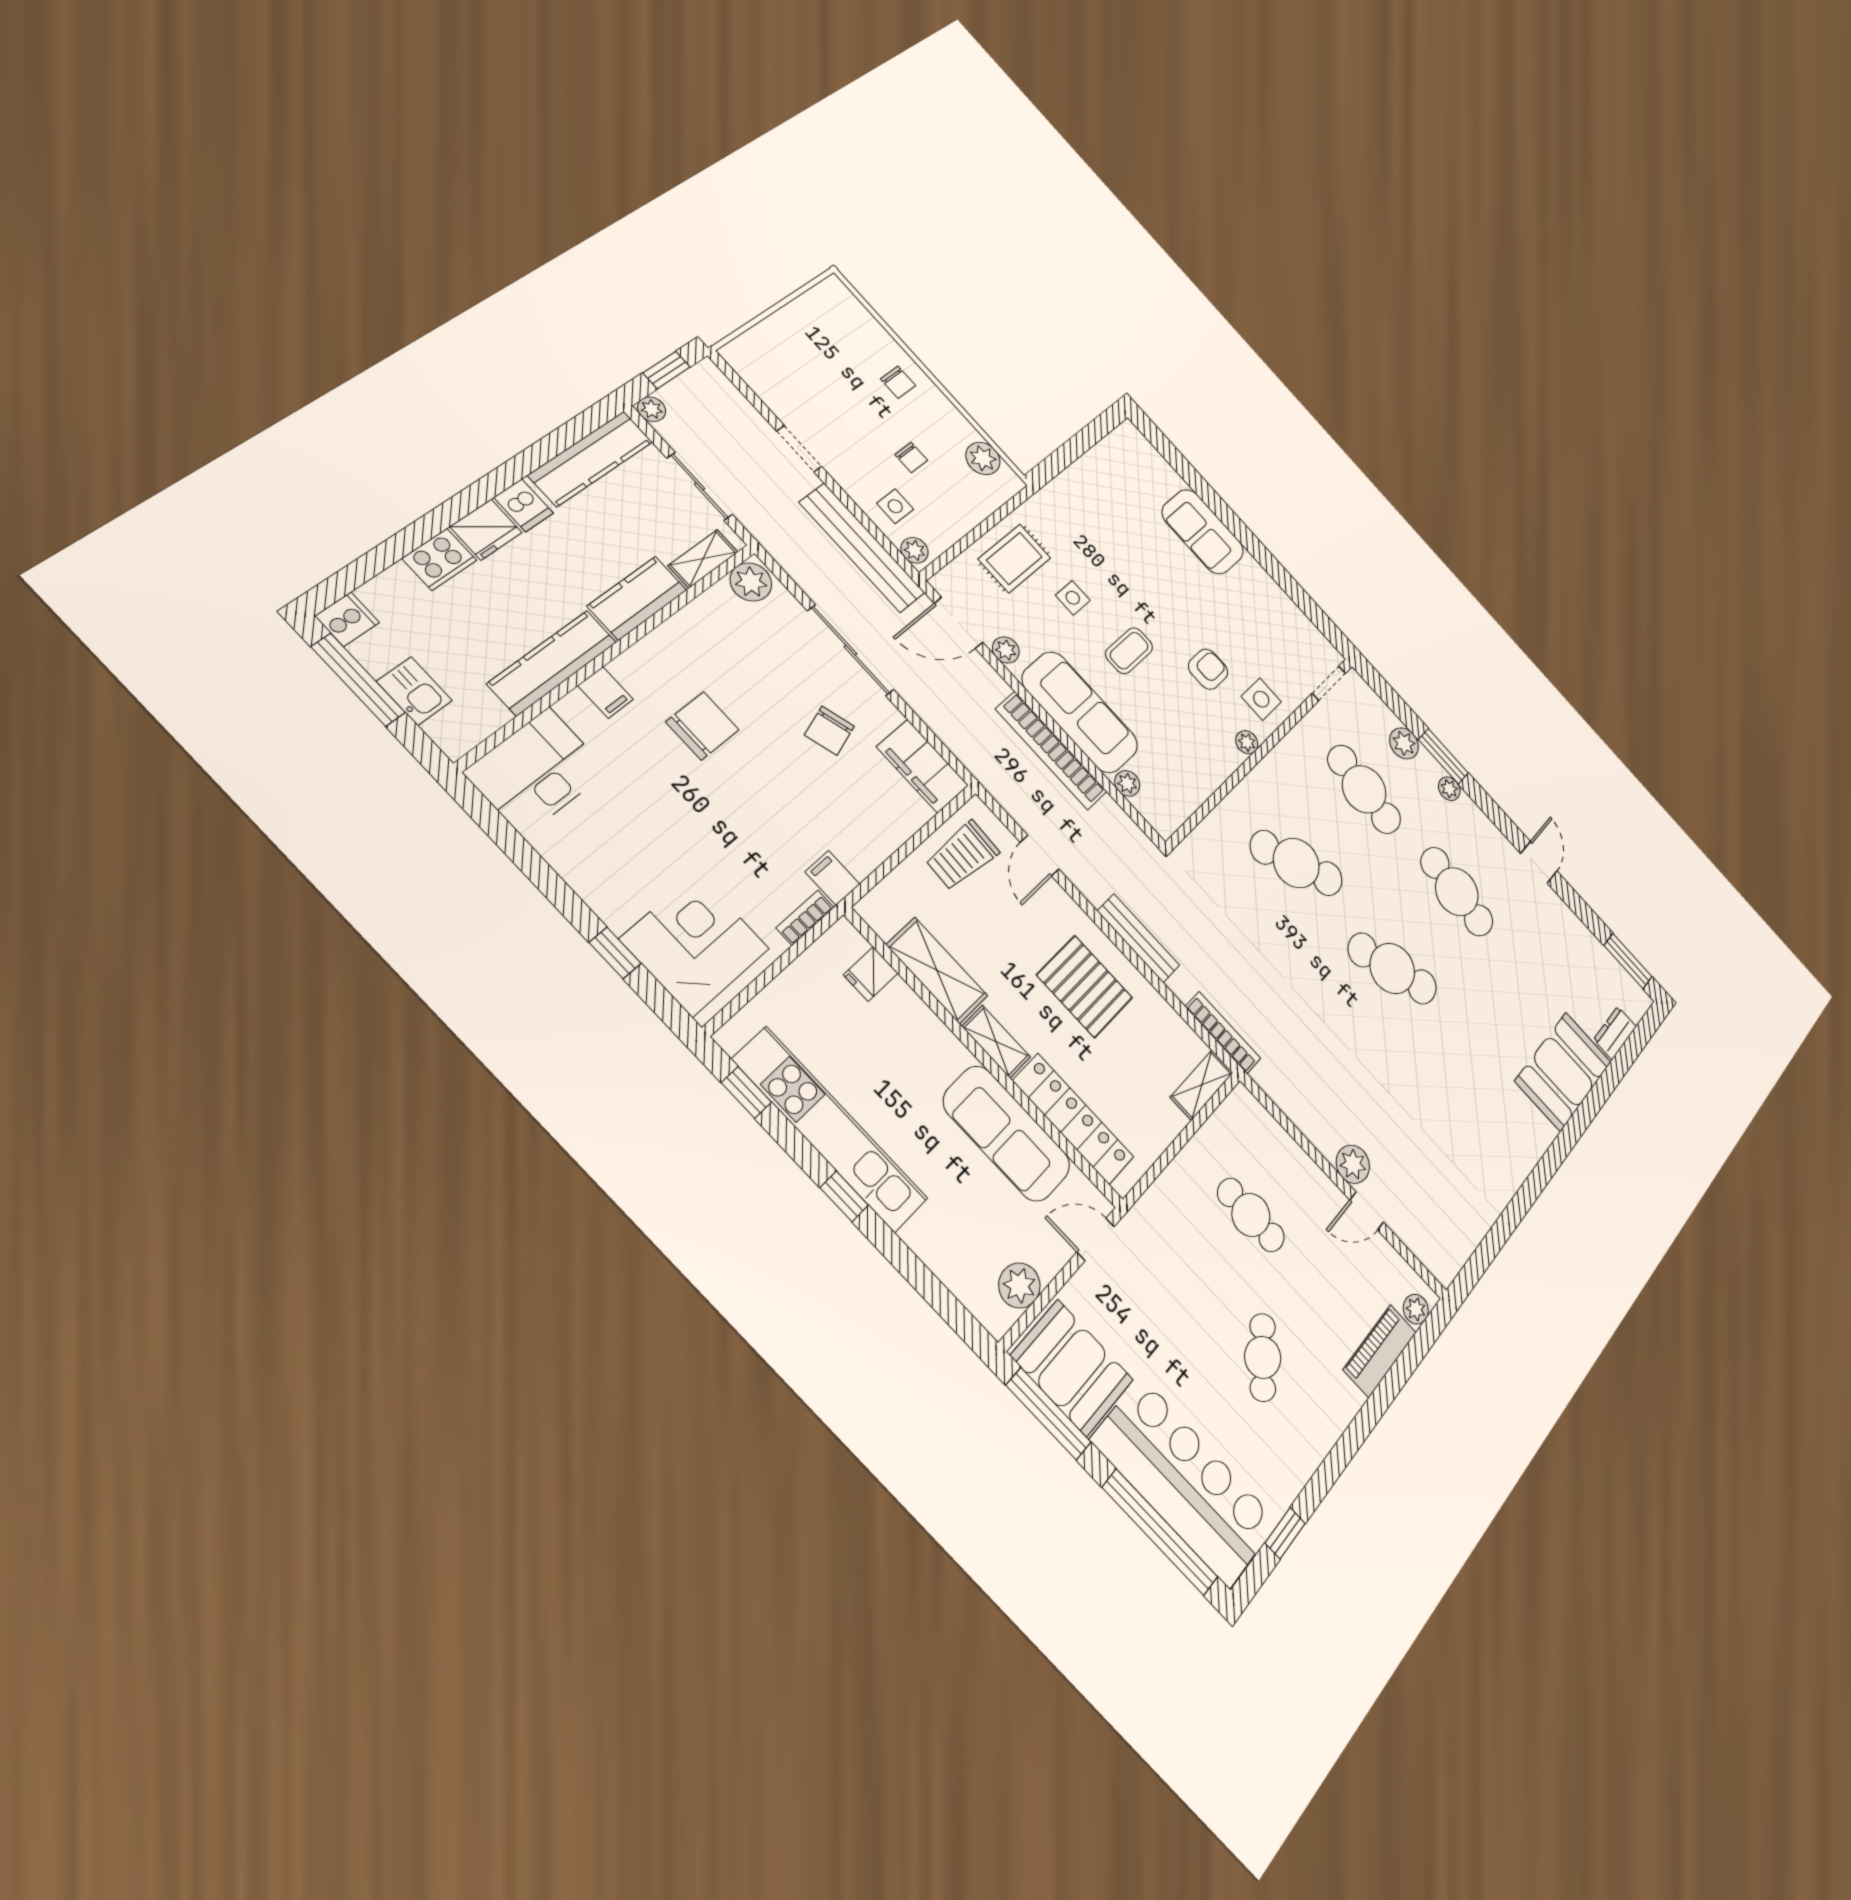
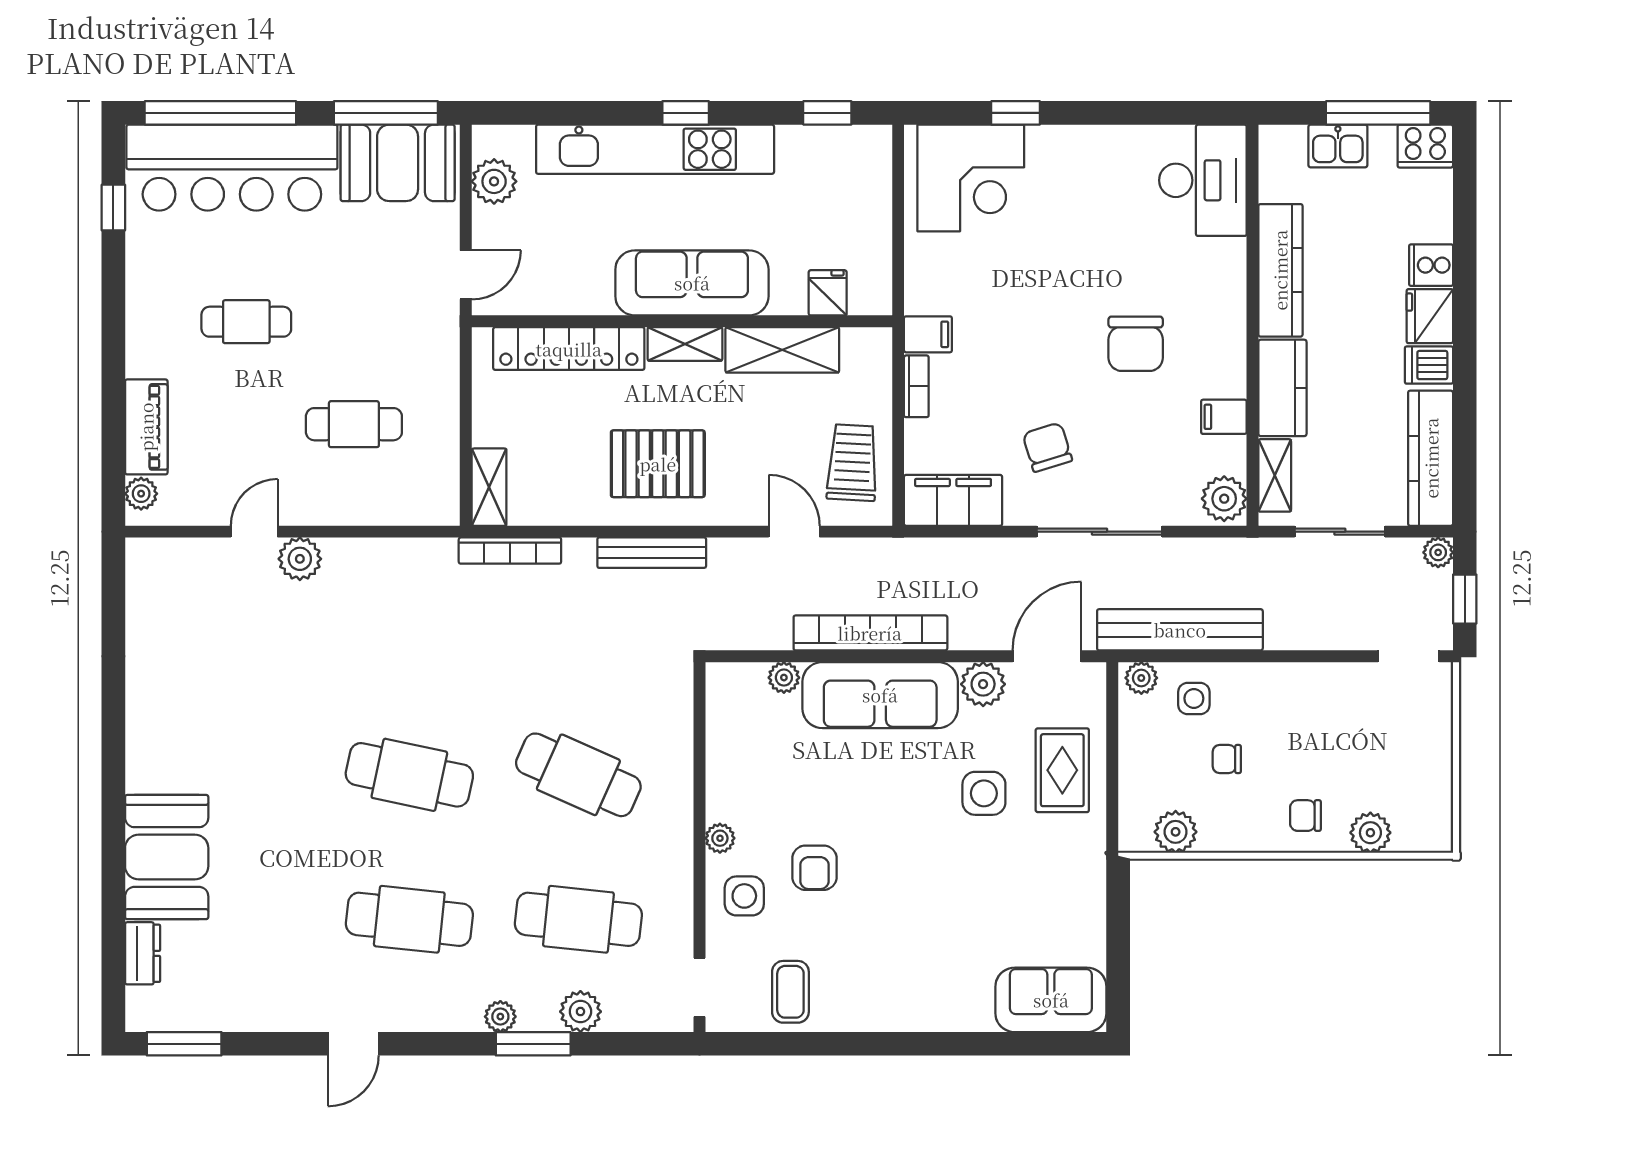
plant: (870, 333) -> (1370, 833), added
doorway: (799, 449) -> (1409, 656), moved
sofa: (1203, 532) -> (1051, 1000), moved
cooker: (439, 559) -> (1431, 265), width x0.73
side table: (1073, 598) -> (984, 793), width x1.37, depth x1.37
cooker: (347, 619) -> (1425, 146), width x1.36
plant: (1006, 650) -> (983, 684), width x1.38, depth x1.38
coffee table: (1129, 651) -> (790, 992), moved
filing cabinet: (606, 693) -> (1224, 417), moved
door: (1539, 862) -> (353, 1044), hinge flipped
cafe table: (1296, 863) -> (578, 775), turned 48
bookcase: (805, 918) -> (916, 386), moved
cafe table: (1392, 968) -> (409, 775), turned 30
kitchen unit: (830, 1129) -> (655, 149), moved
sofa: (1007, 1133) -> (692, 283), moved
cafe table: (1263, 1357) -> (246, 322), turned -49

